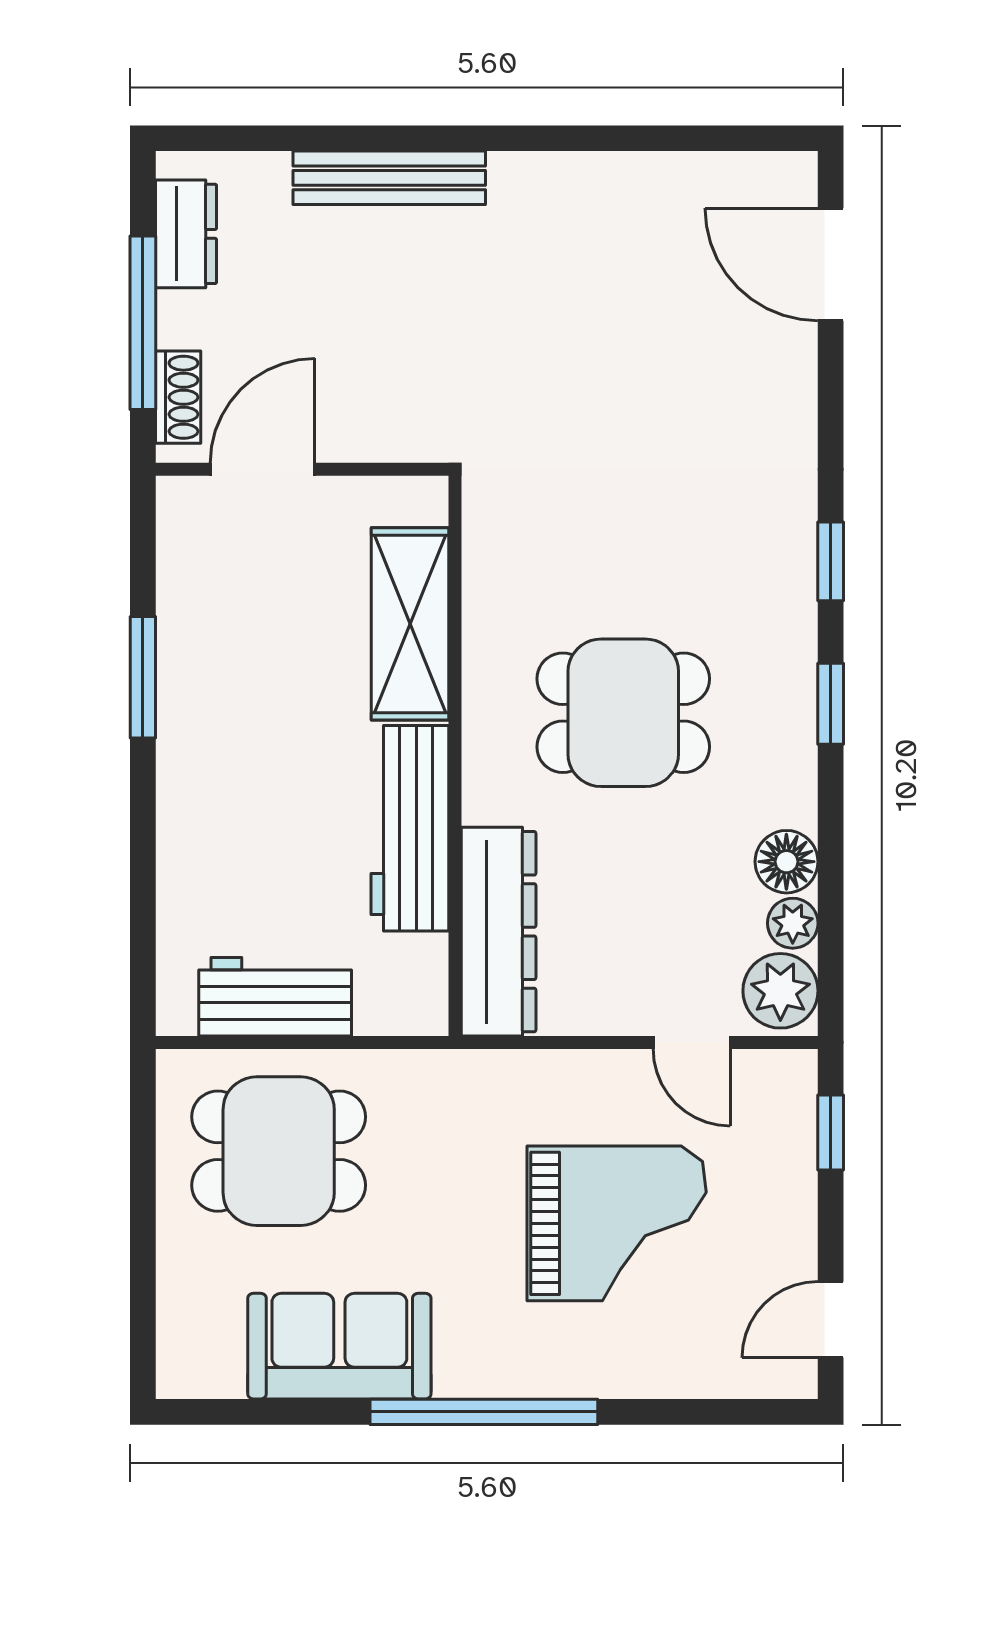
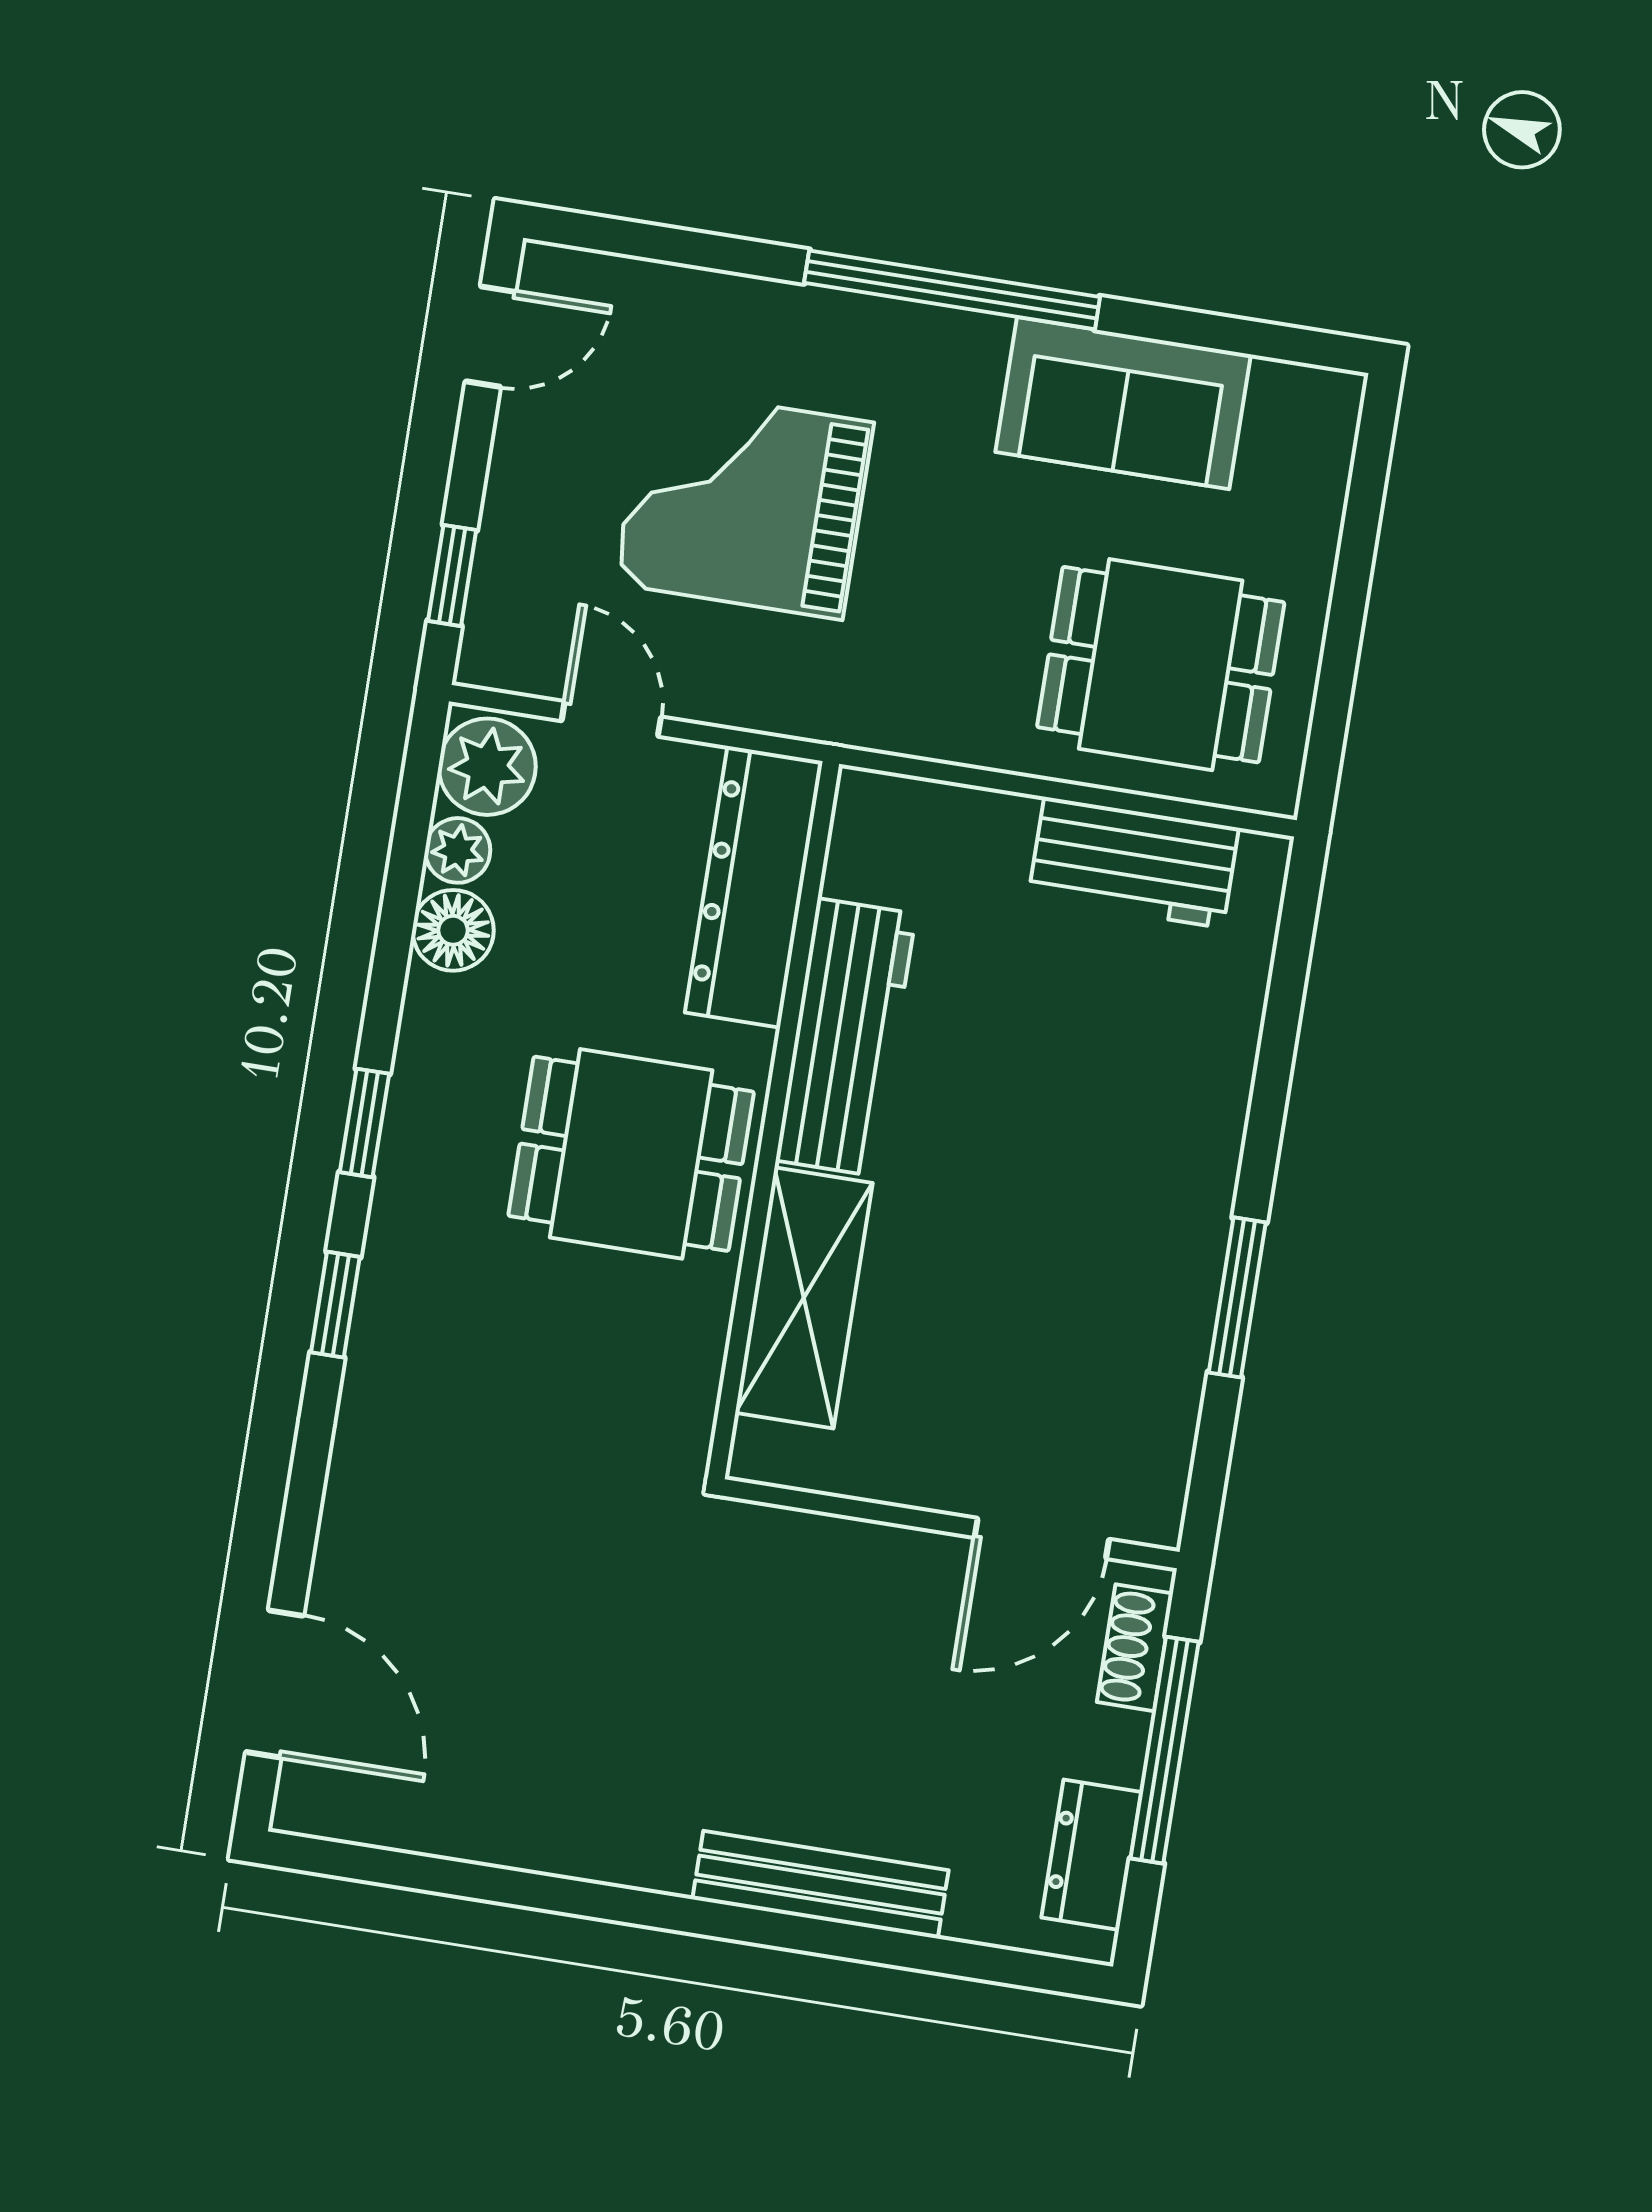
shelving: (410, 624) -> (804, 1298), moved
wall: (455, 756) -> (774, 1120), moved
workbench: (410, 828) -> (846, 1037), moved
dresser: (499, 932) -> (754, 887), moved

